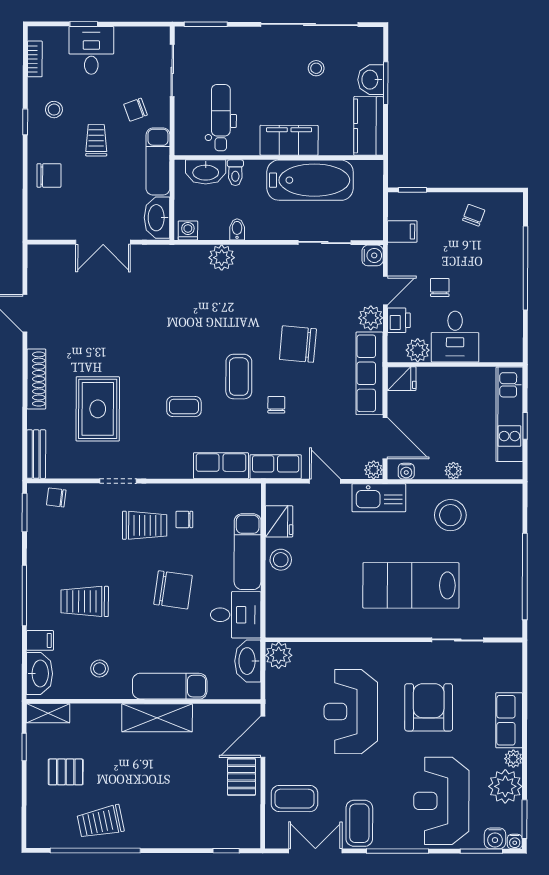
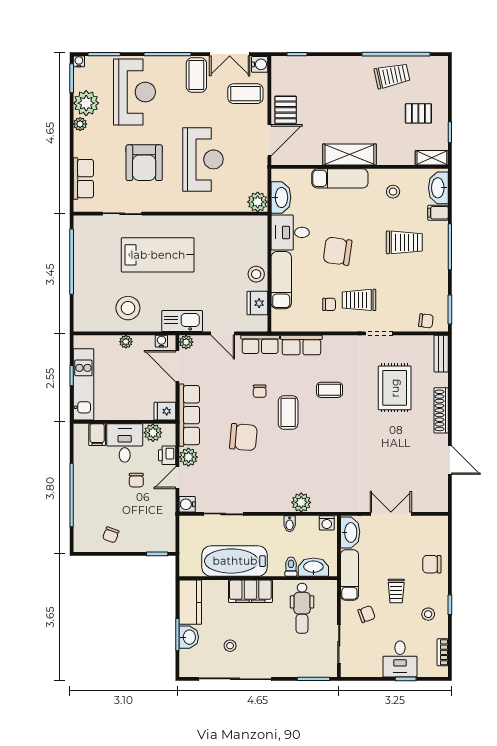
filing cabinet: (402, 231) -> (97, 435), moved, turned -90
row of seats: (509, 720) -> (83, 179), moved
water cooler: (495, 838) -> (260, 64), moved, turned 90

